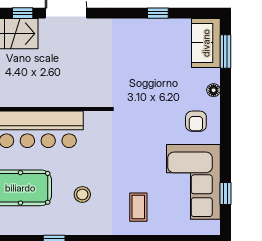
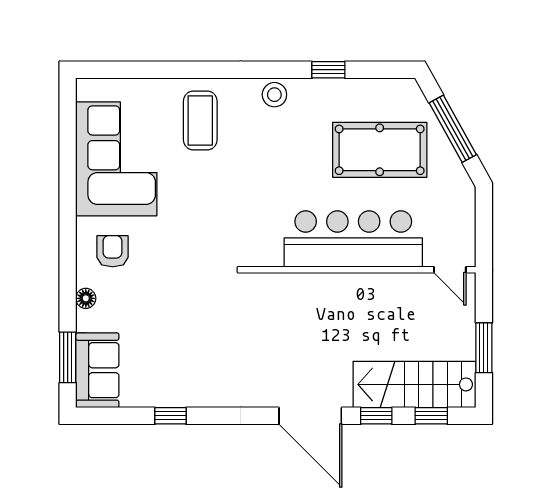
stool: (82, 194) -> (274, 95), moved
window: (225, 194) -> (68, 141), removed
coffee table: (138, 207) -> (200, 121), width x1.36, depth x1.30

